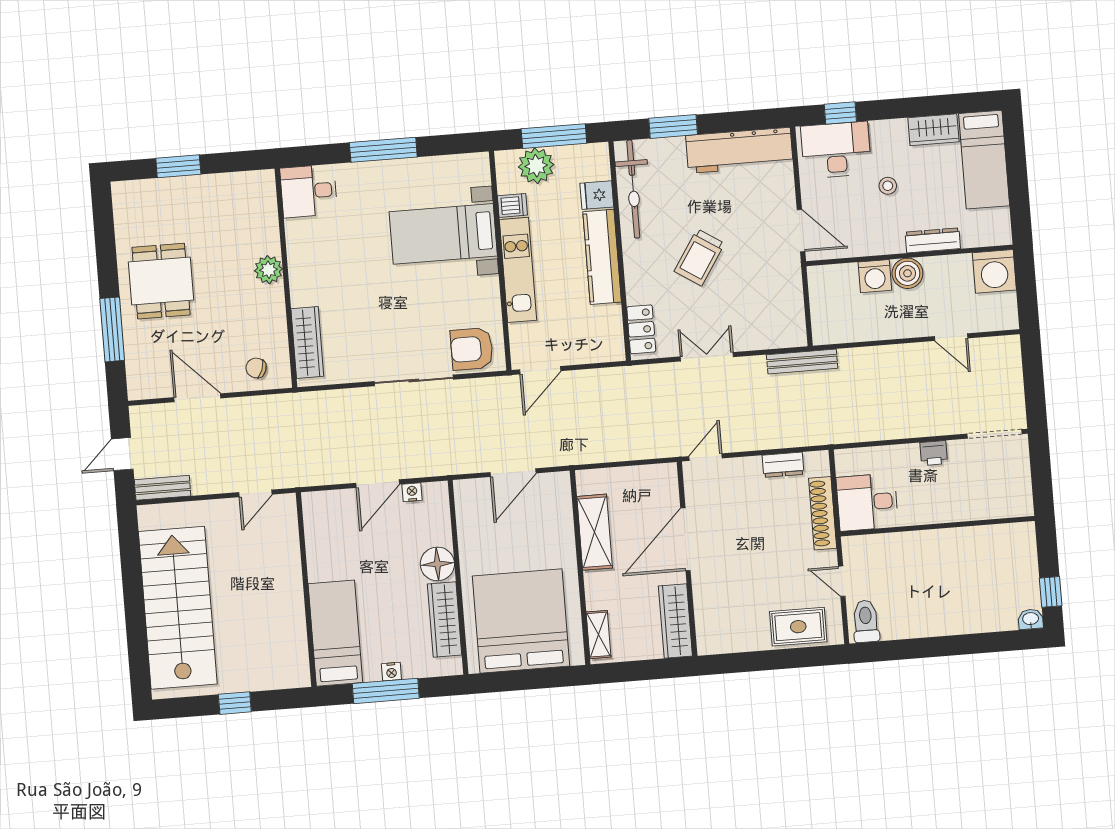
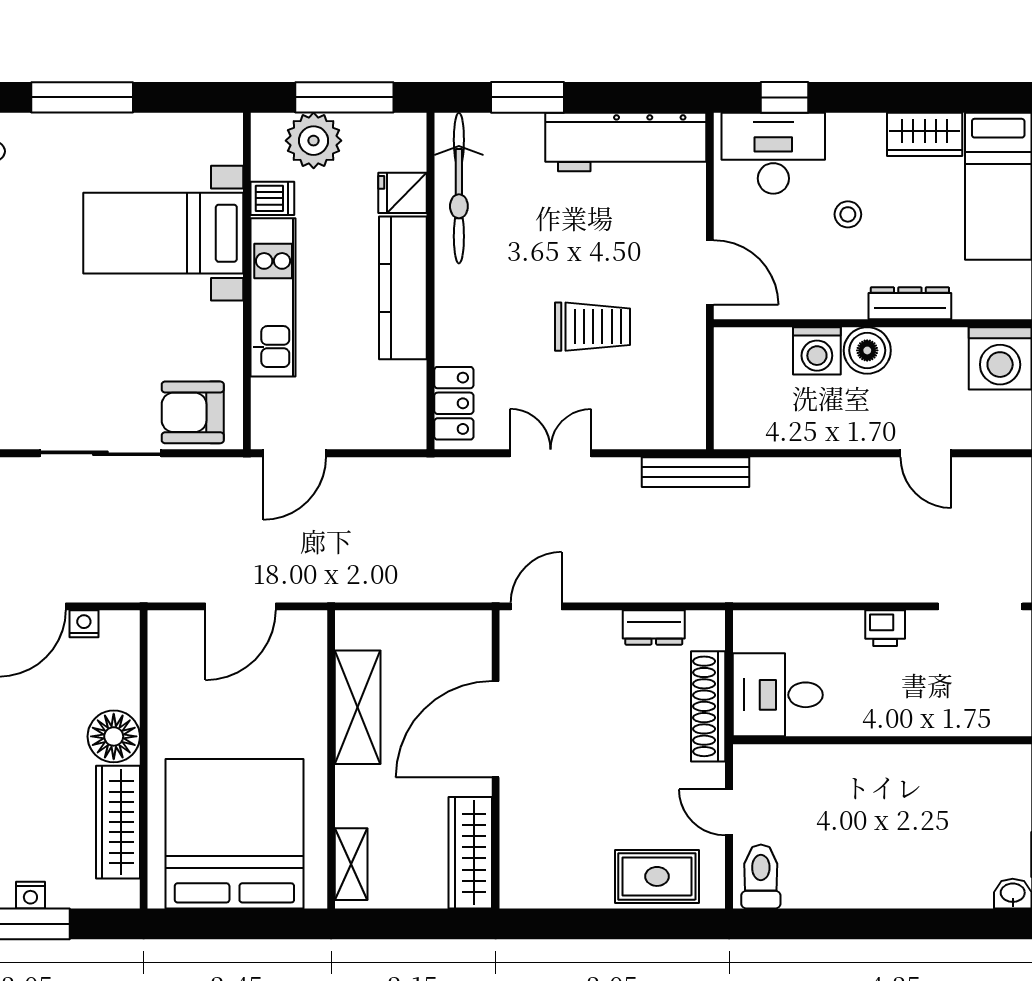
trolley: (699, 257) -> (592, 327), moved, turned -123

